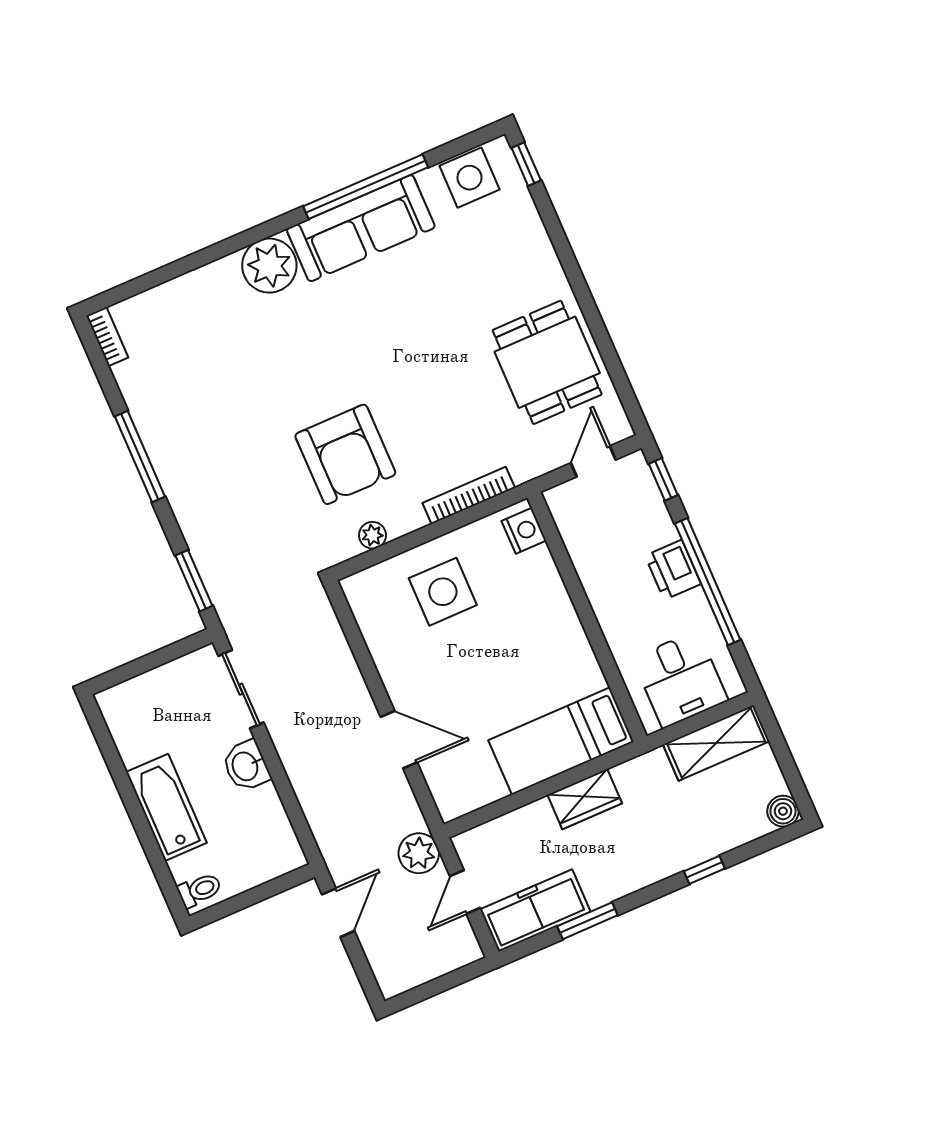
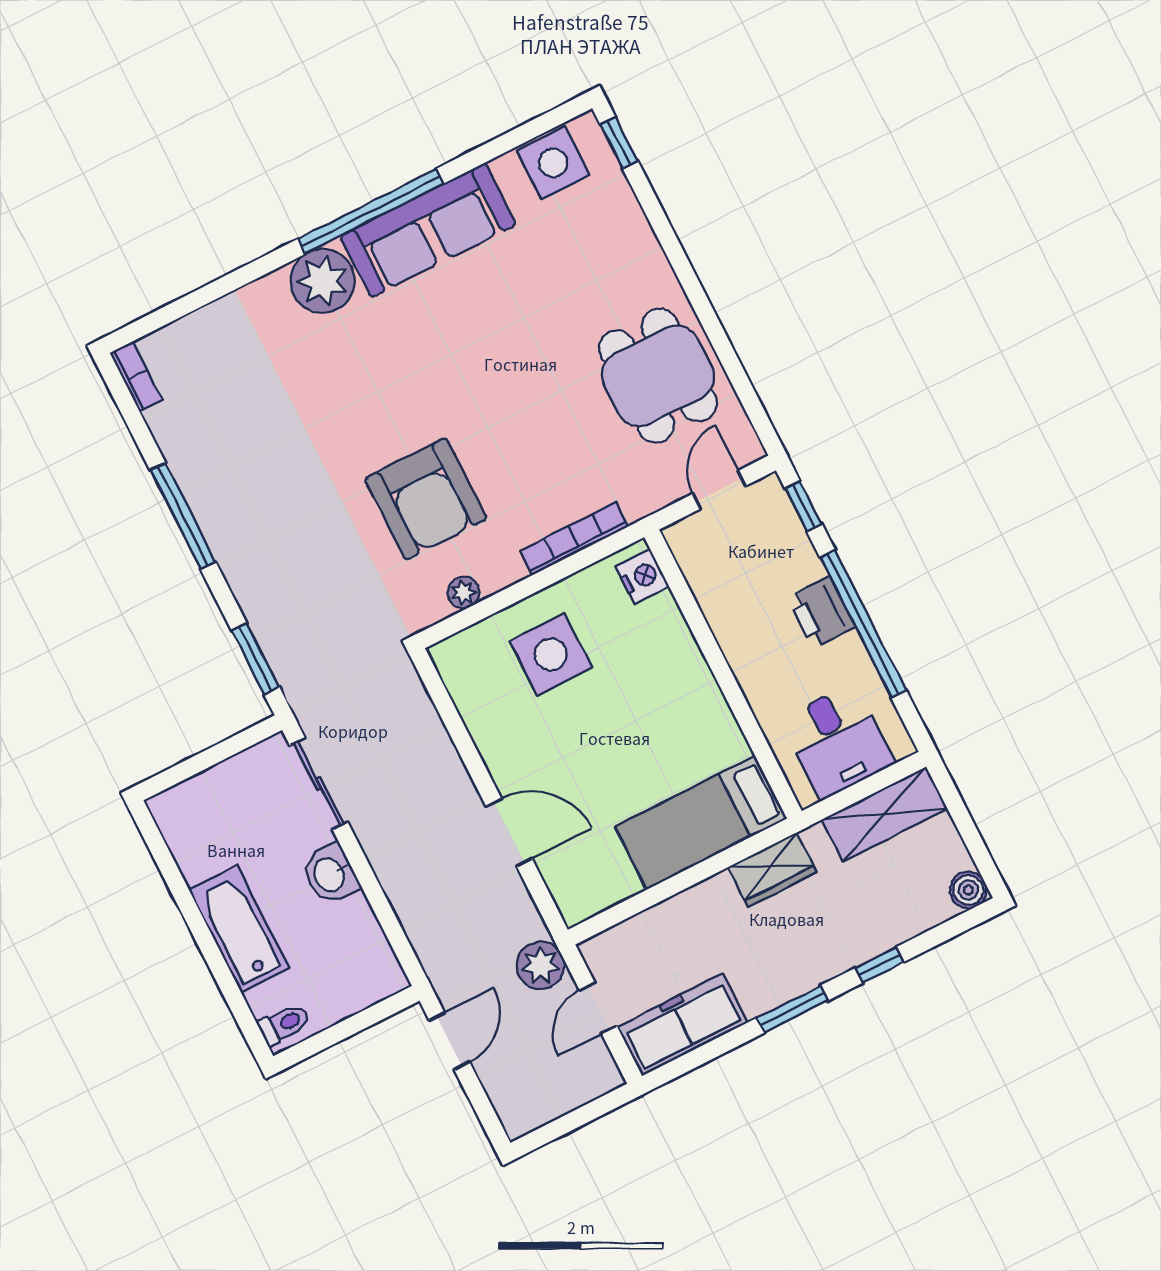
window: (366, 187) -> (371, 211), moved
wardrobe: (585, 799) -> (772, 870), moved
window: (587, 921) -> (793, 1009), moved

